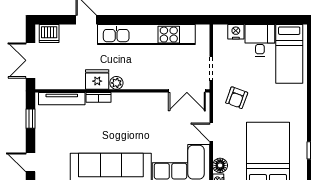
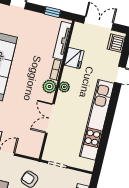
fridge: (97, 79) -> (74, 58), moved
double door: (187, 91) -> (50, 119), moved
plant: (120, 101) -> (49, 87), added

